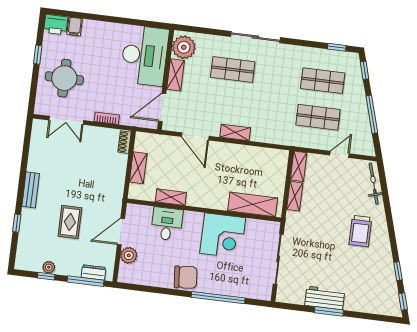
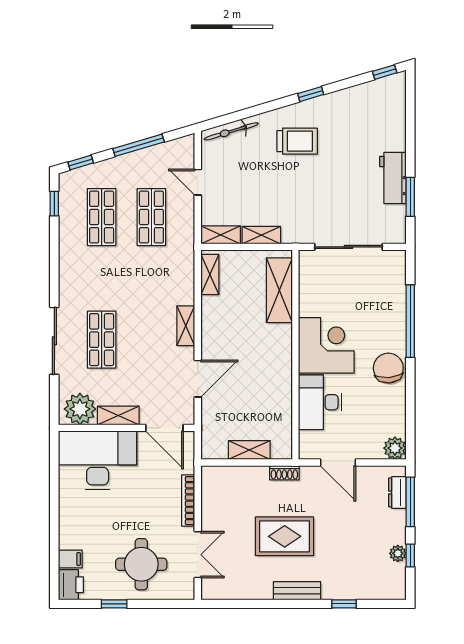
sliding door: (255, 37) -> (54, 341), moved
bookcase: (107, 118) -> (188, 501), width x1.56
shoe rack: (125, 142) -> (284, 473), moved
shelving: (171, 197) -> (210, 275), moved
rug: (70, 222) -> (285, 536), moved, width x1.36, depth x1.43
desk: (167, 224) -> (320, 402), width x1.37
corner desk: (223, 236) -> (326, 345), moved
plant: (129, 255) -> (395, 448), moved
window: (398, 271) -> (311, 94), moved
window: (329, 311) -> (410, 197), moved

